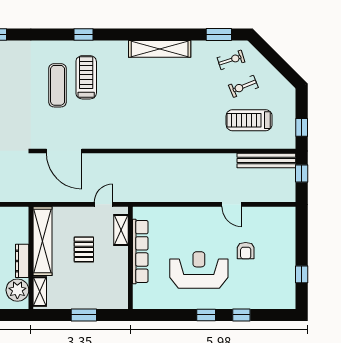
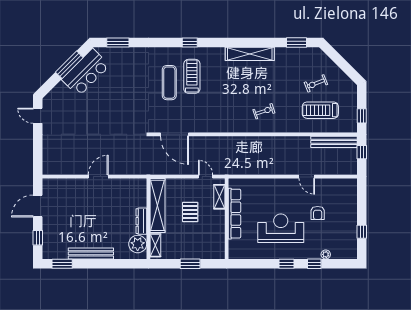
exercise bike: (231, 60) -> (264, 111), moved
door: (103, 204) -> (206, 177), hinge flipped
plant: (256, 303) -> (326, 254), added

